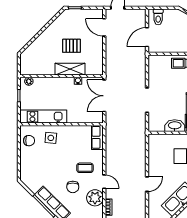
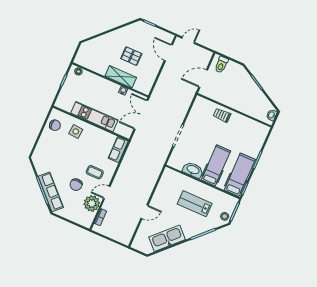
kitchen unit: (43, 117) -> (94, 117), moved
door: (104, 182) -> (107, 192), swing flipped

